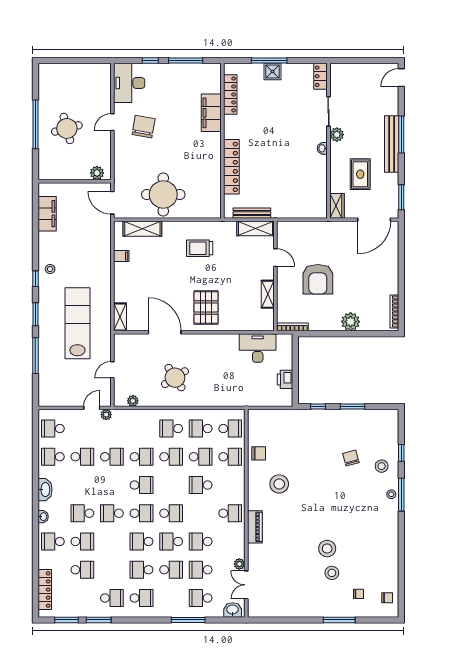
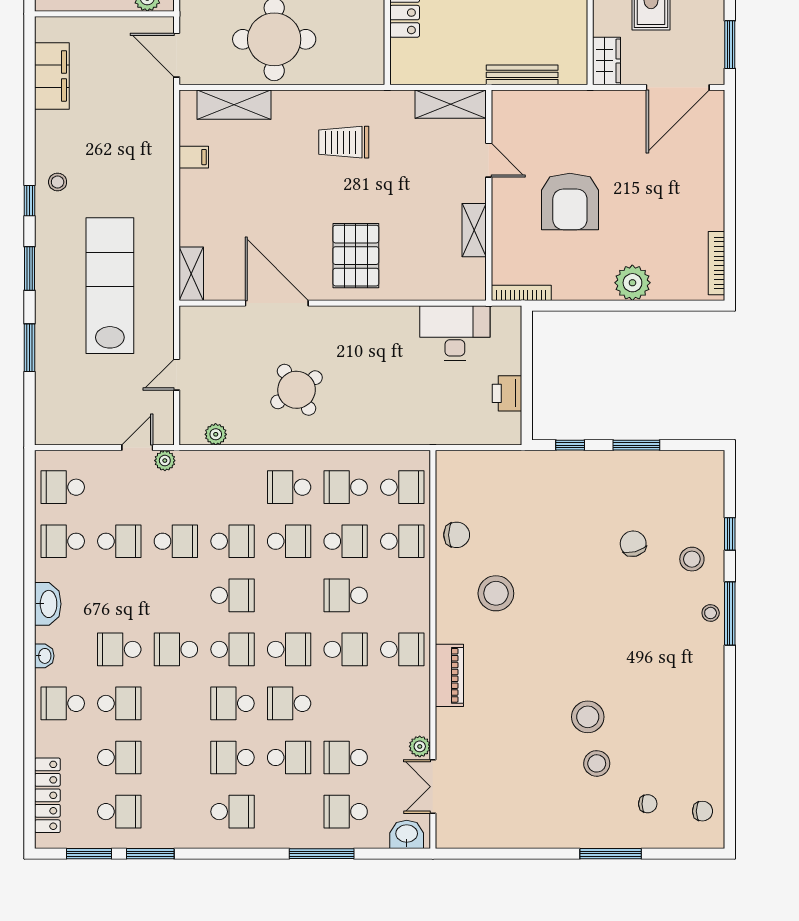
bench: (252, 213) -> (522, 75), moved
window: (35, 356) -> (30, 348), width x0.69
school desk: (201, 542) -> (346, 649), moved, turned 180
school desk: (112, 598) -> (119, 812), moved

